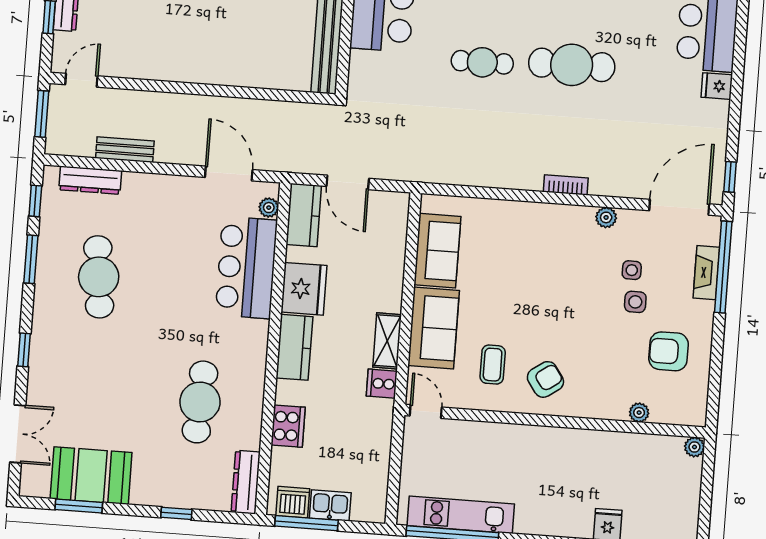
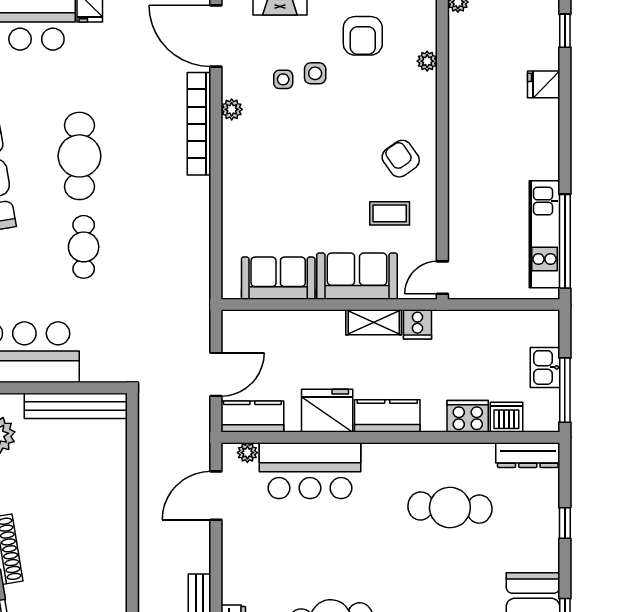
bookcase: (566, 185) -> (199, 124), width x2.31, depth x1.31
dishwasher: (293, 502) -> (506, 417), moved, turned 90

